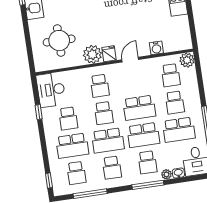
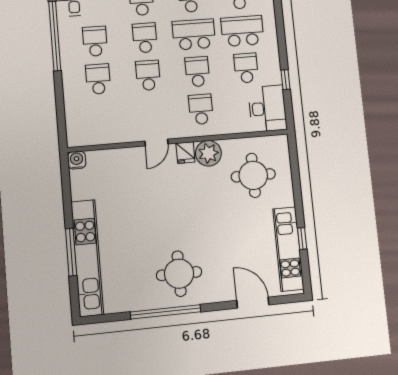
water cooler: (156, 48) -> (77, 160), moved
plant: (187, 60) -> (77, 137), removed
school desk: (171, 75) -> (101, 117), removed
school desk: (139, 108) -> (148, 75), width x0.54
school desk: (179, 130) -> (95, 41), width x0.54
school desk: (143, 135) -> (145, 38), width x0.54

